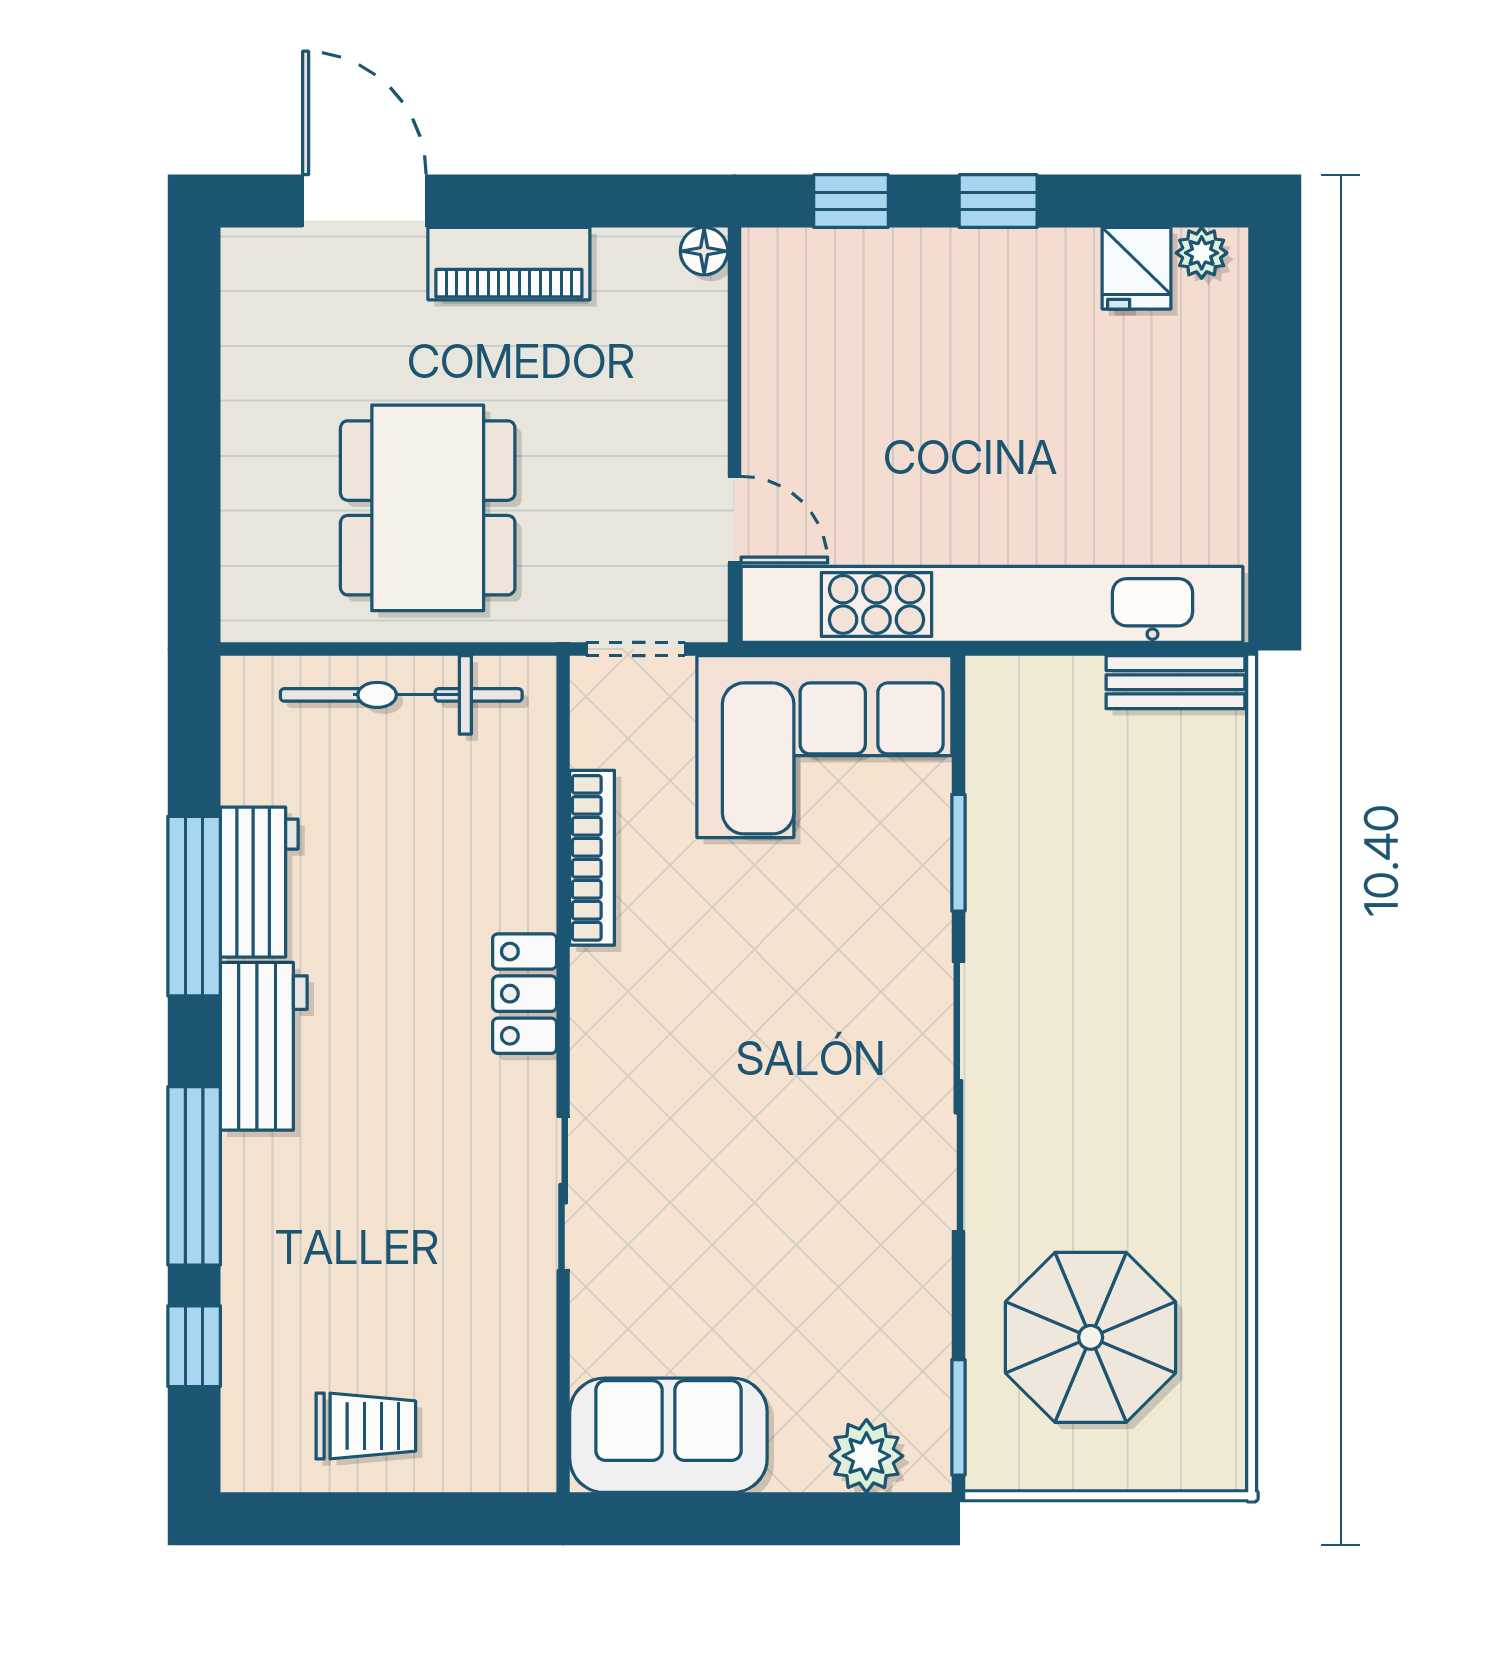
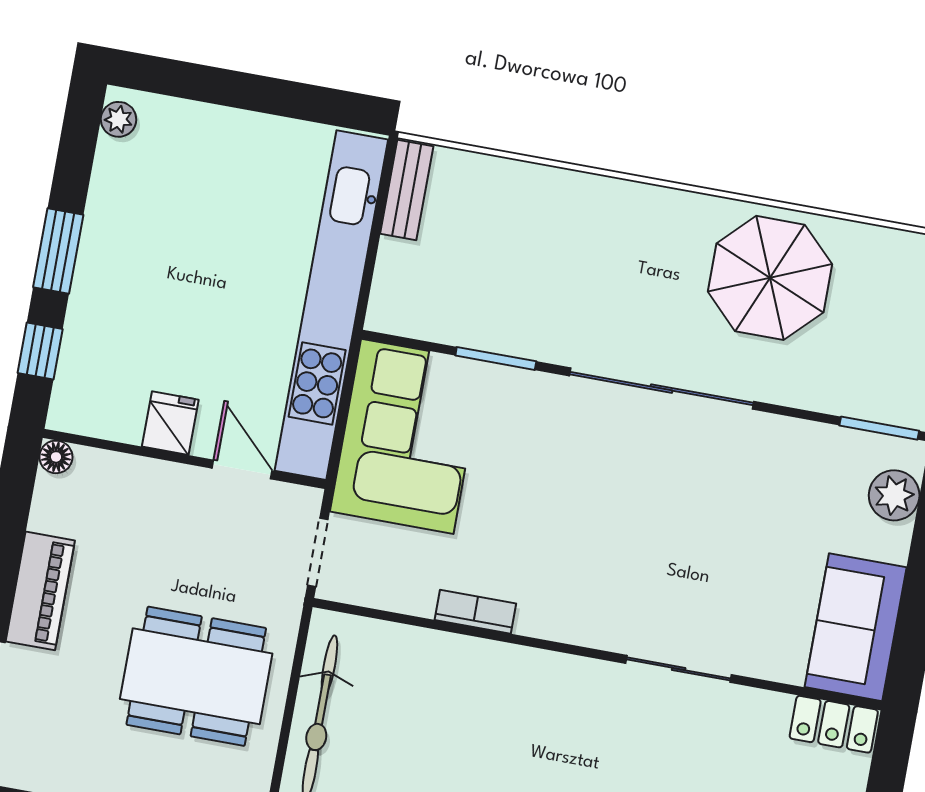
window: (998, 201) -> (58, 251), width x1.50
fridge: (1136, 268) -> (170, 423), moved, turned -90
door: (734, 520) -> (242, 469), hinge flipped
bookcase: (592, 858) -> (475, 612), width x0.64
locker: (525, 994) -> (834, 724), moved
parasol: (1091, 1337) -> (770, 278), moved

